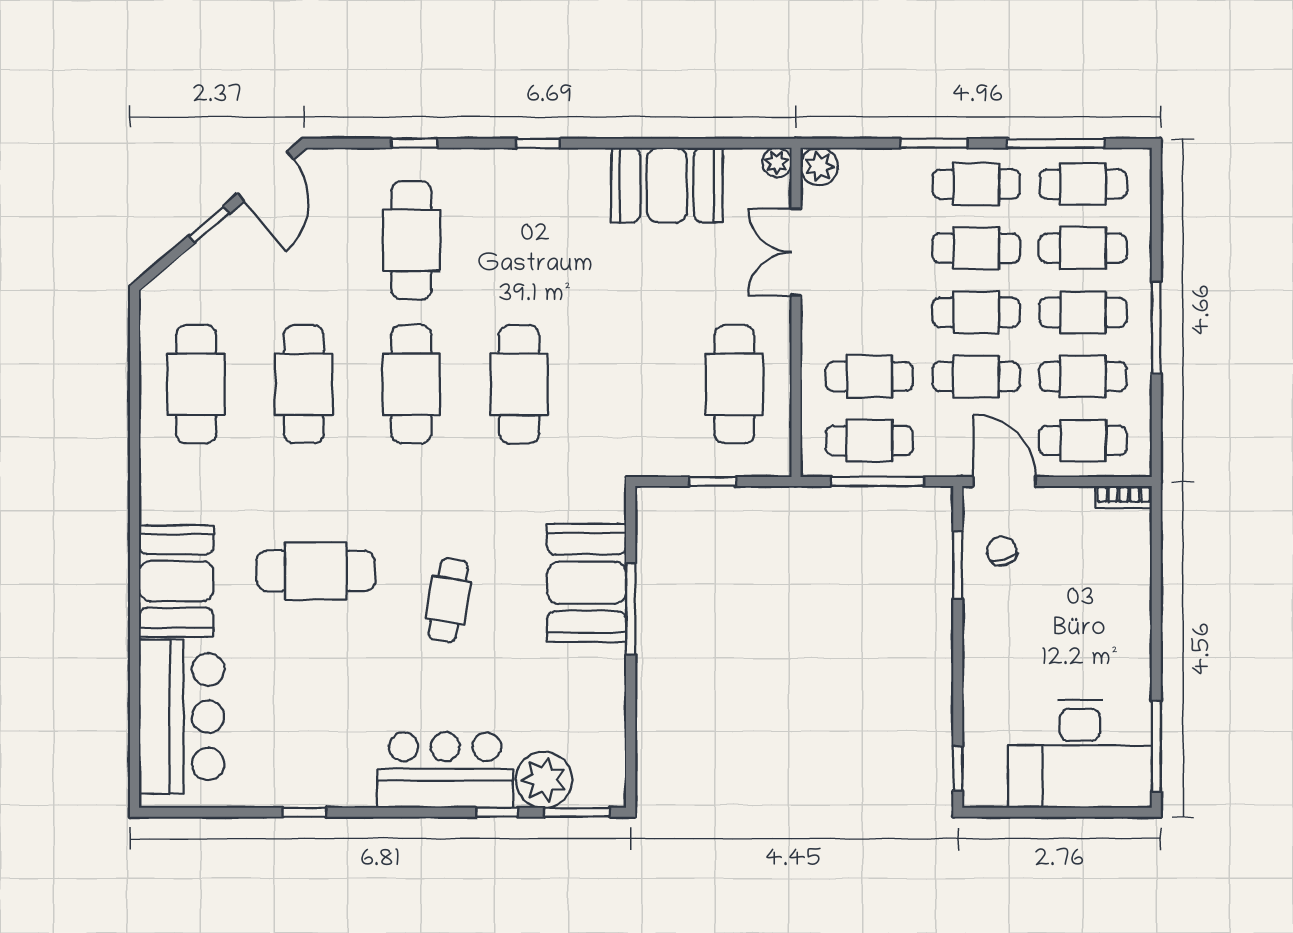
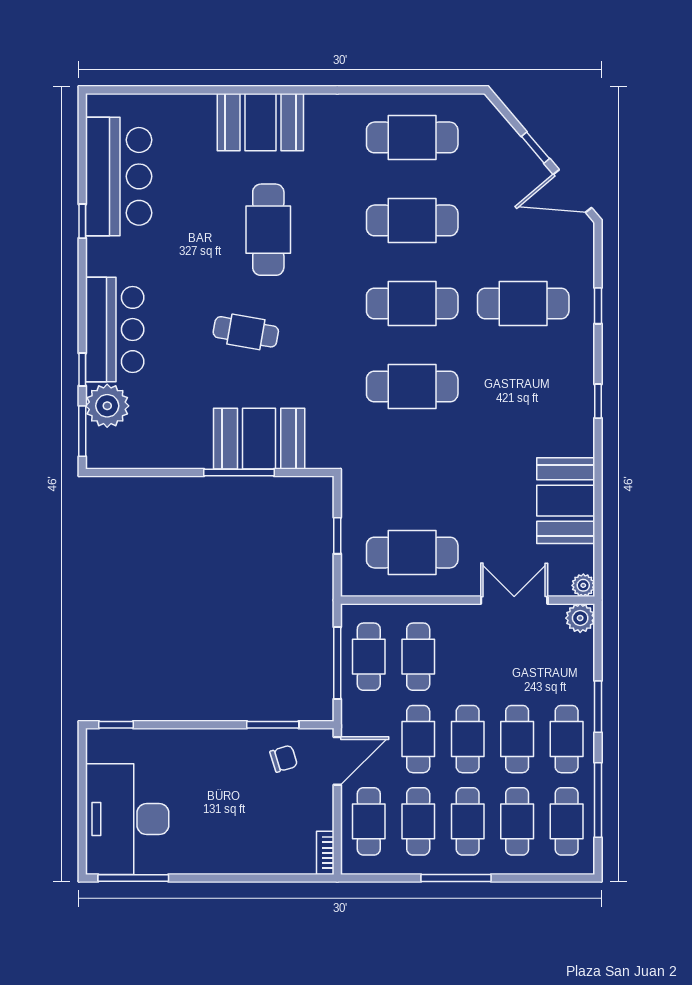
bar counter: (182, 717) -> (119, 176), moved, turned -90

